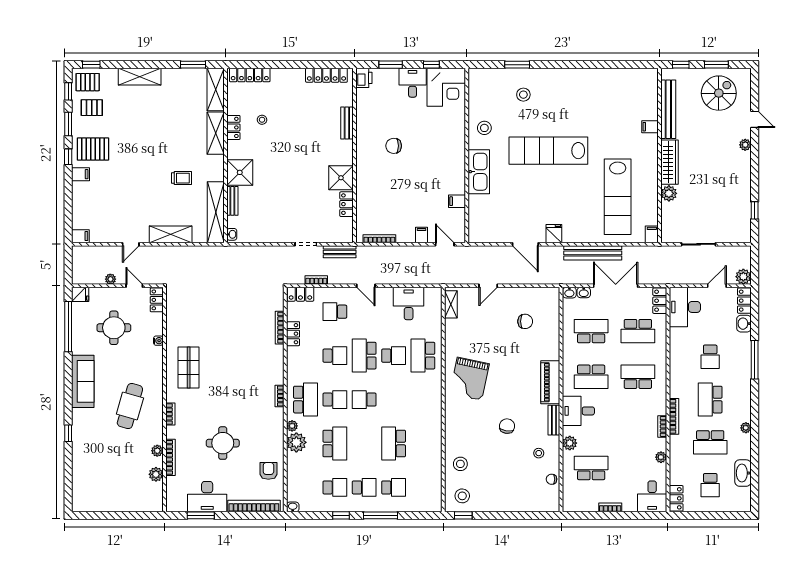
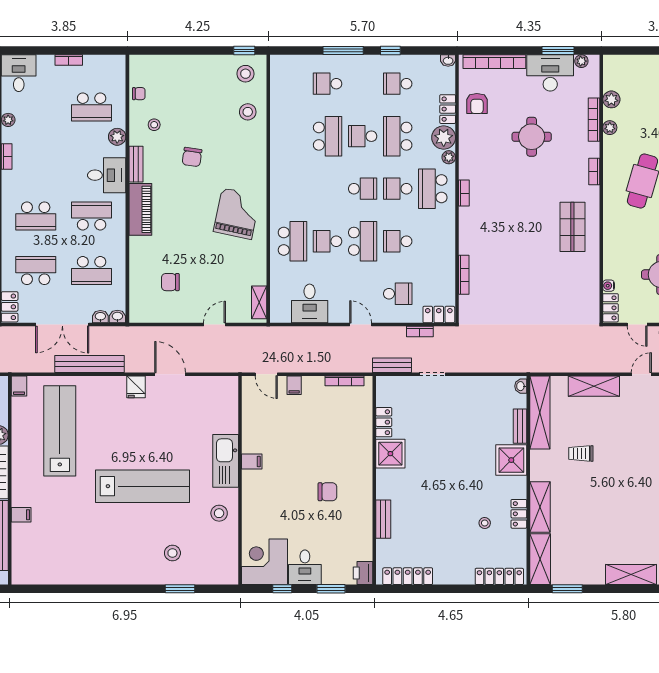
filing cabinet: (457, 201) -> (252, 462), moved
locker: (293, 334) -> (448, 109), moved
water cooler: (158, 341) -> (609, 286), moved
school desk: (364, 487) -> (363, 136), moved
plant: (181, 506) -> (581, 61), added

